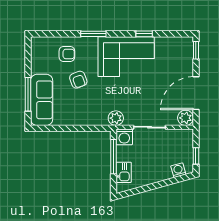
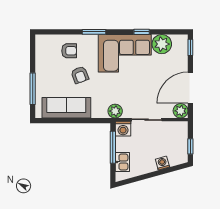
plant: (166, 47) -> (162, 44), added
sofa: (42, 100) -> (66, 108), moved, turned -90
washing machine: (178, 170) -> (162, 163), moved

